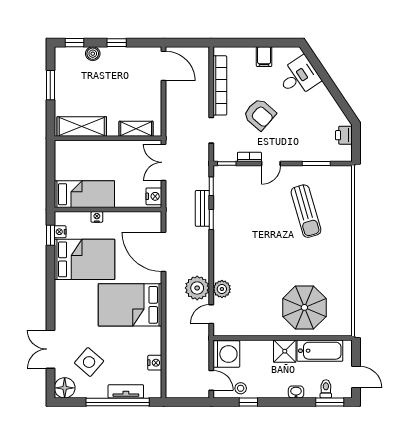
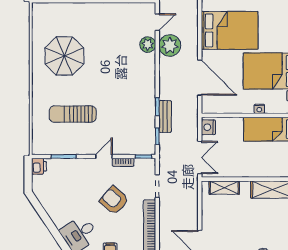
printer: (344, 135) -> (39, 166), moved
sun lounger: (306, 211) -> (73, 114), turned -74
parasol: (304, 307) -> (64, 56), moved

